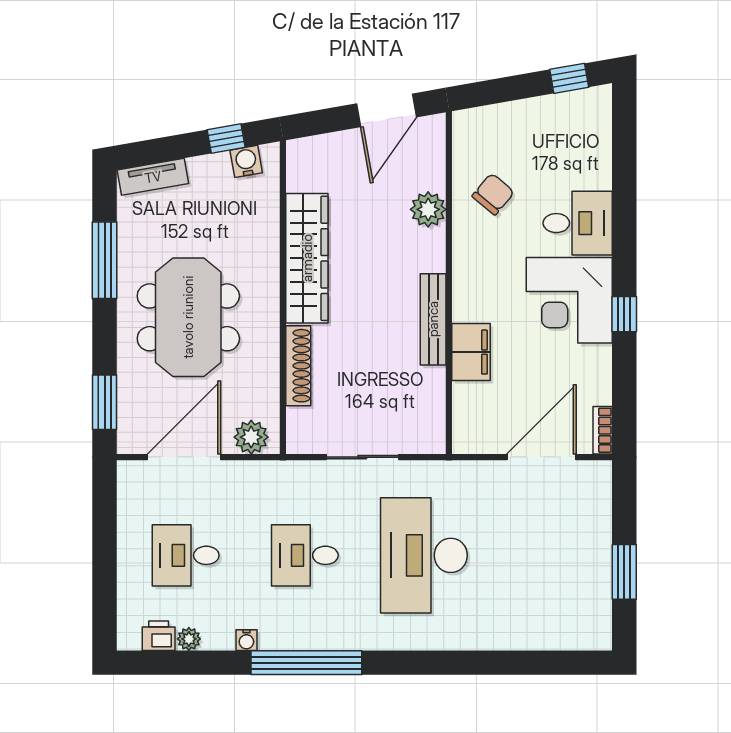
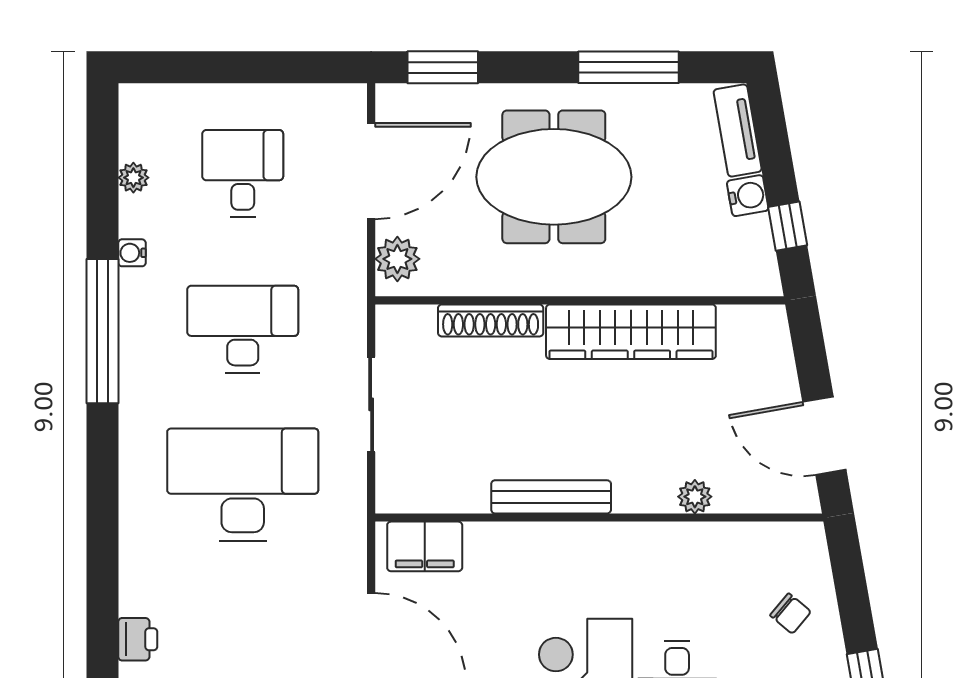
water cooler: (246, 161) -> (748, 196), moved
chair: (493, 194) -> (790, 613), moved, width x0.73, depth x0.73
plant: (428, 209) -> (695, 497), width x0.73, depth x0.73
filing cabinet: (471, 352) -> (425, 546), moved
door: (184, 457) -> (371, 171), hinge flipped
desk: (305, 555) -> (243, 329), width x1.37
printer: (159, 636) -> (138, 639), moved

